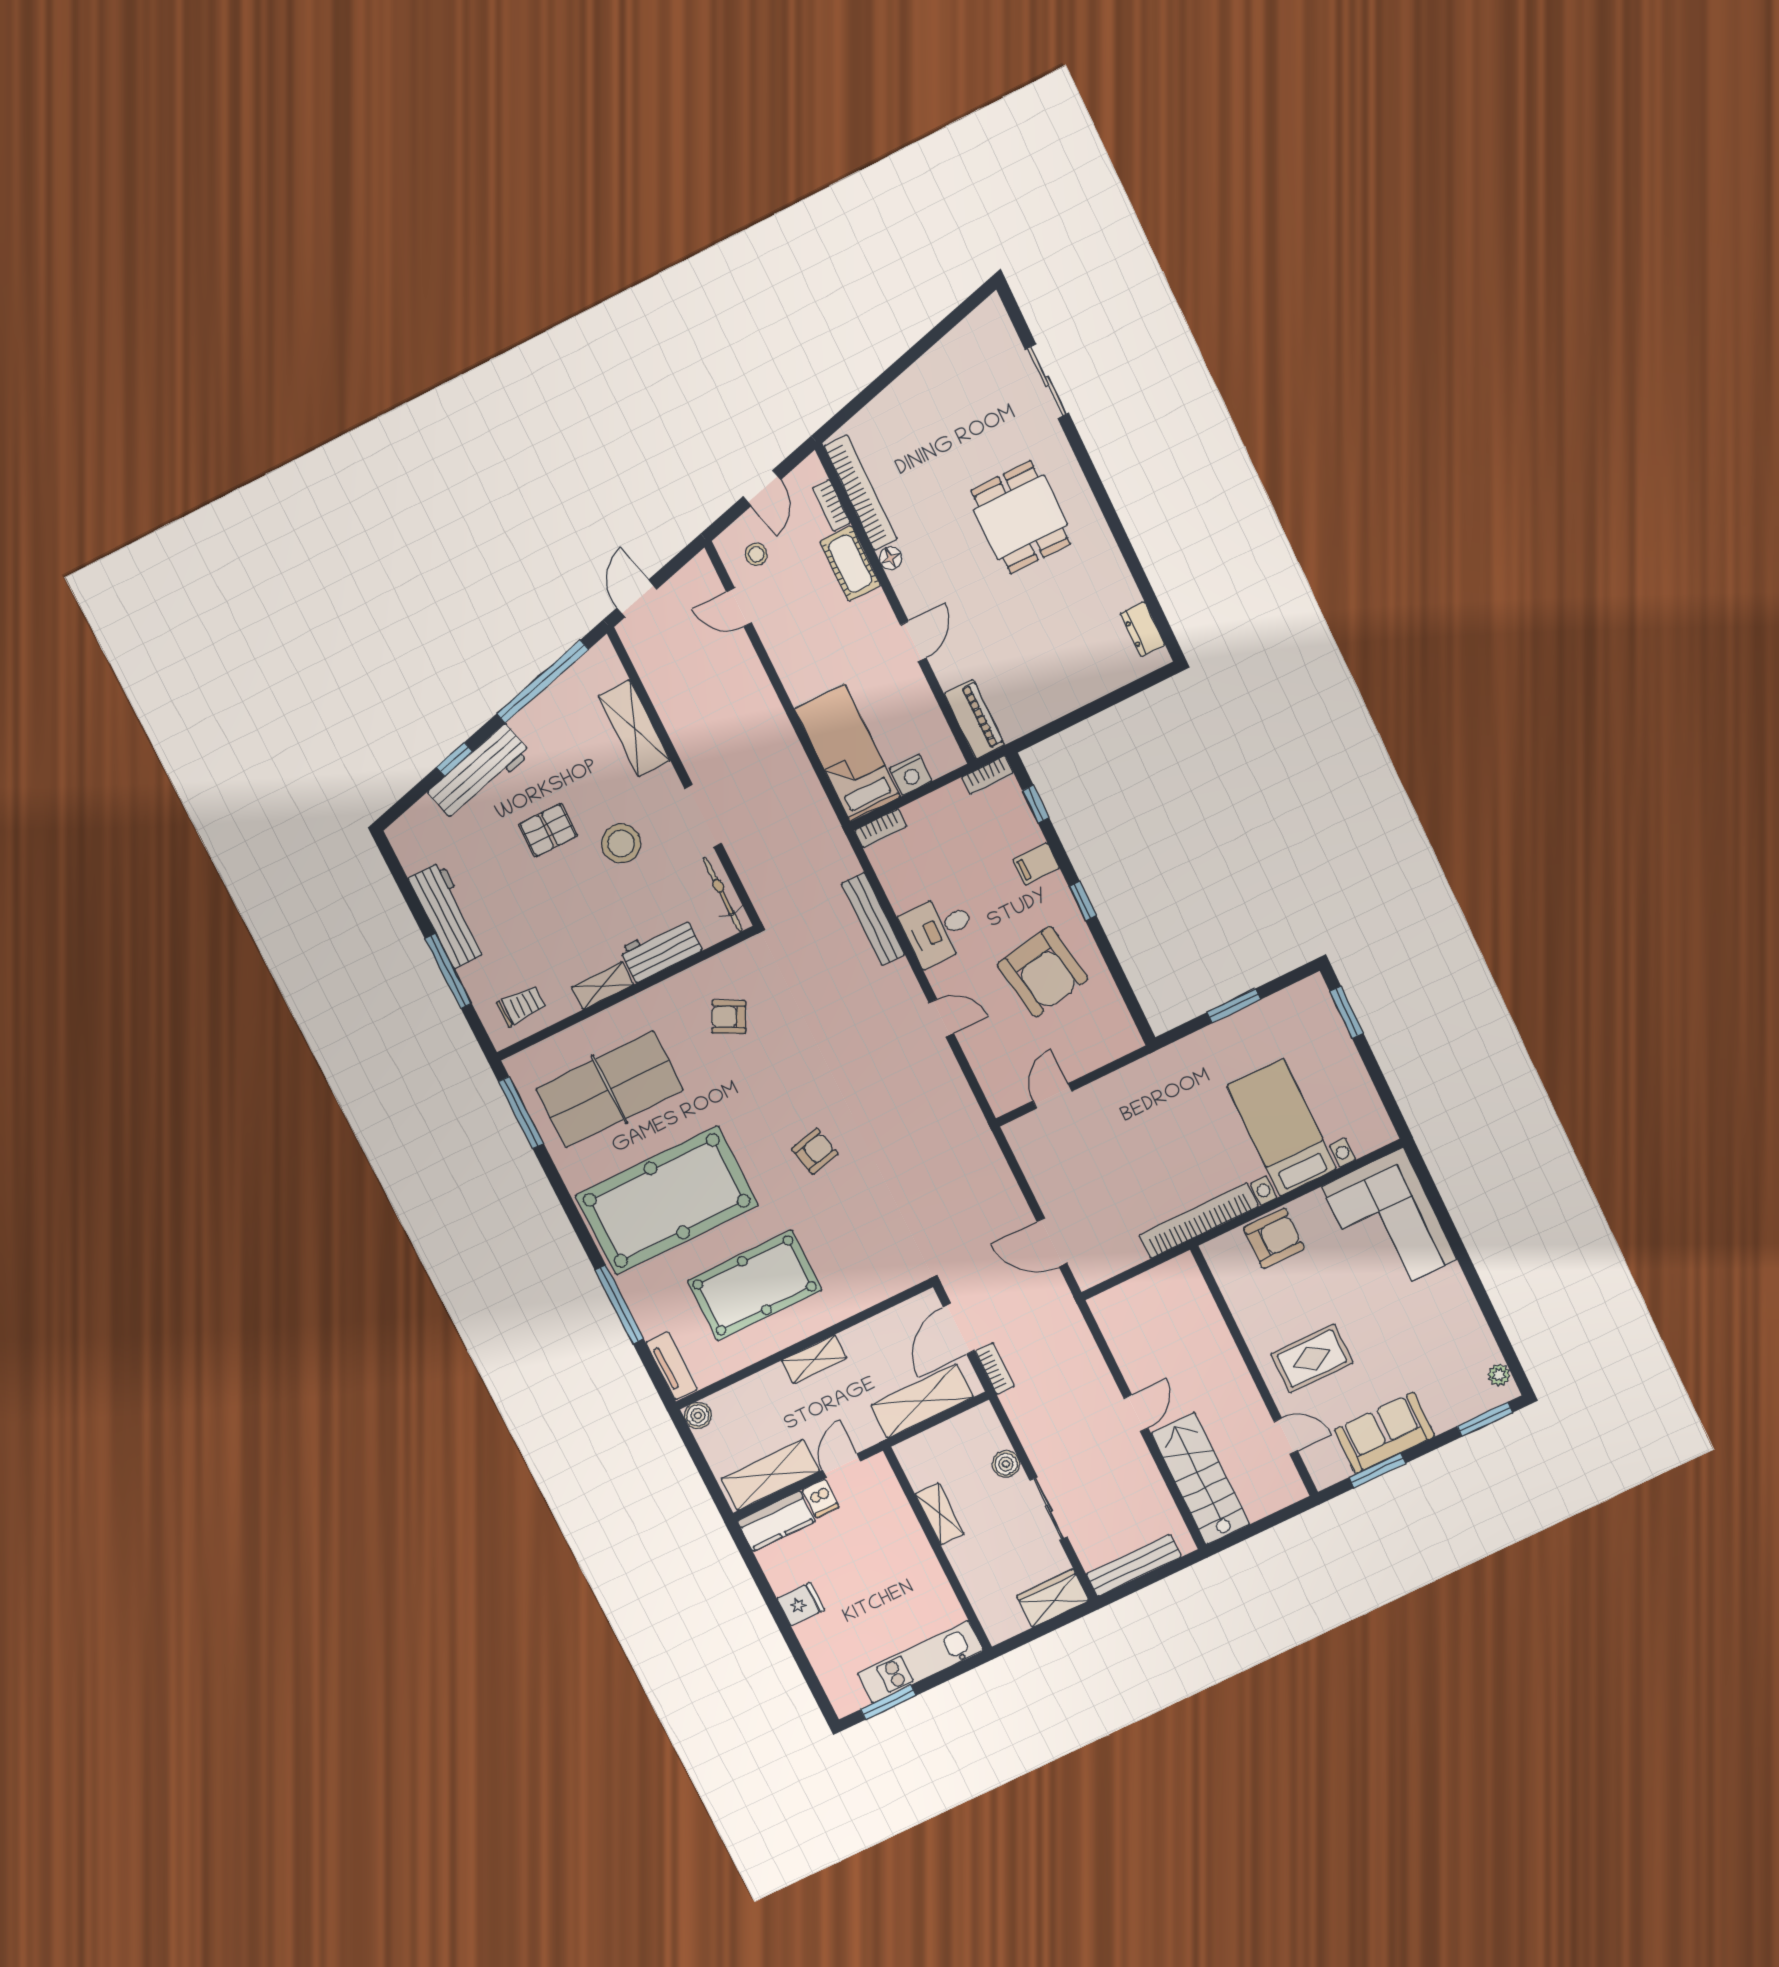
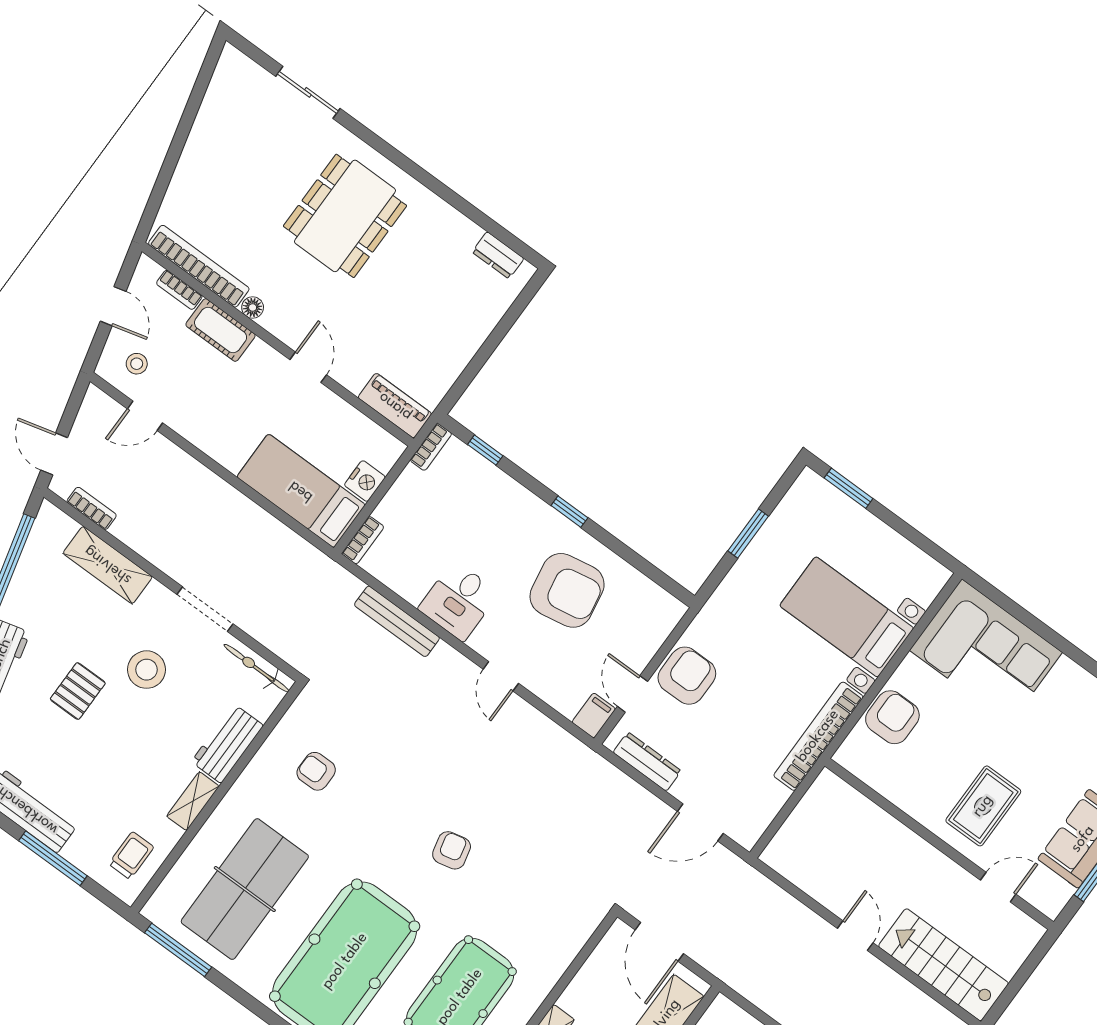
dining table: (1021, 517) -> (345, 216), width x1.38
filing cabinet: (1036, 864) -> (594, 715), moved, turned 180
armchair: (729, 1017) -> (316, 771), turned 63
door: (941, 1018) -> (501, 676), swing flipped
armchair: (1110, 1105) -> (687, 676), added
dresser: (1033, 1163) -> (647, 762), added
bookcase: (995, 1369) -> (92, 508), moved

